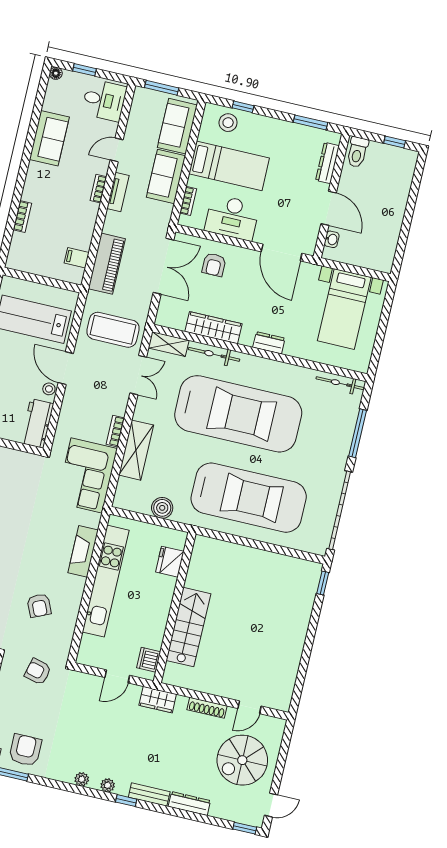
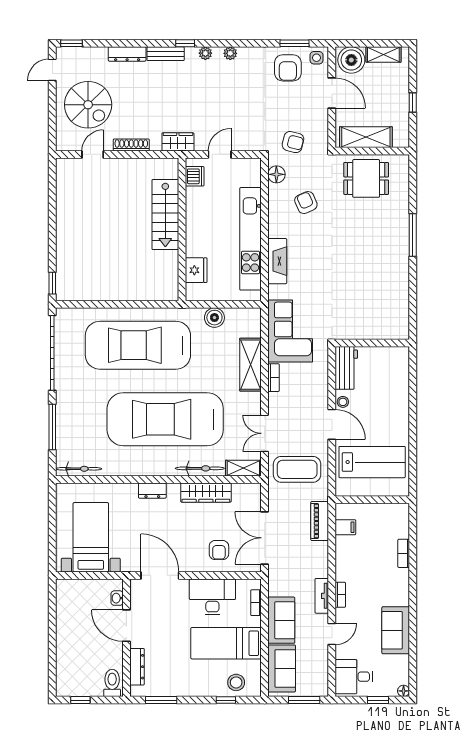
piano: (107, 264) -> (320, 521), width x0.73, depth x0.75
armchair: (214, 265) -> (219, 550), turned 180
floor lamp: (63, 642) -> (276, 174), added
spiral stairs: (242, 760) -> (88, 105), turned 90

